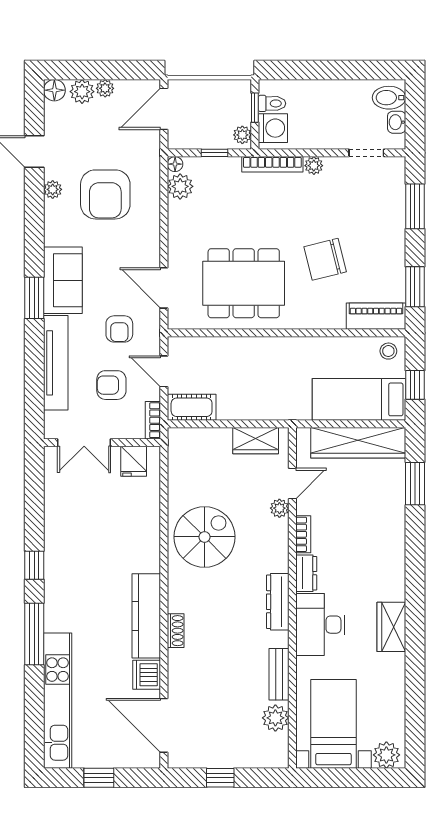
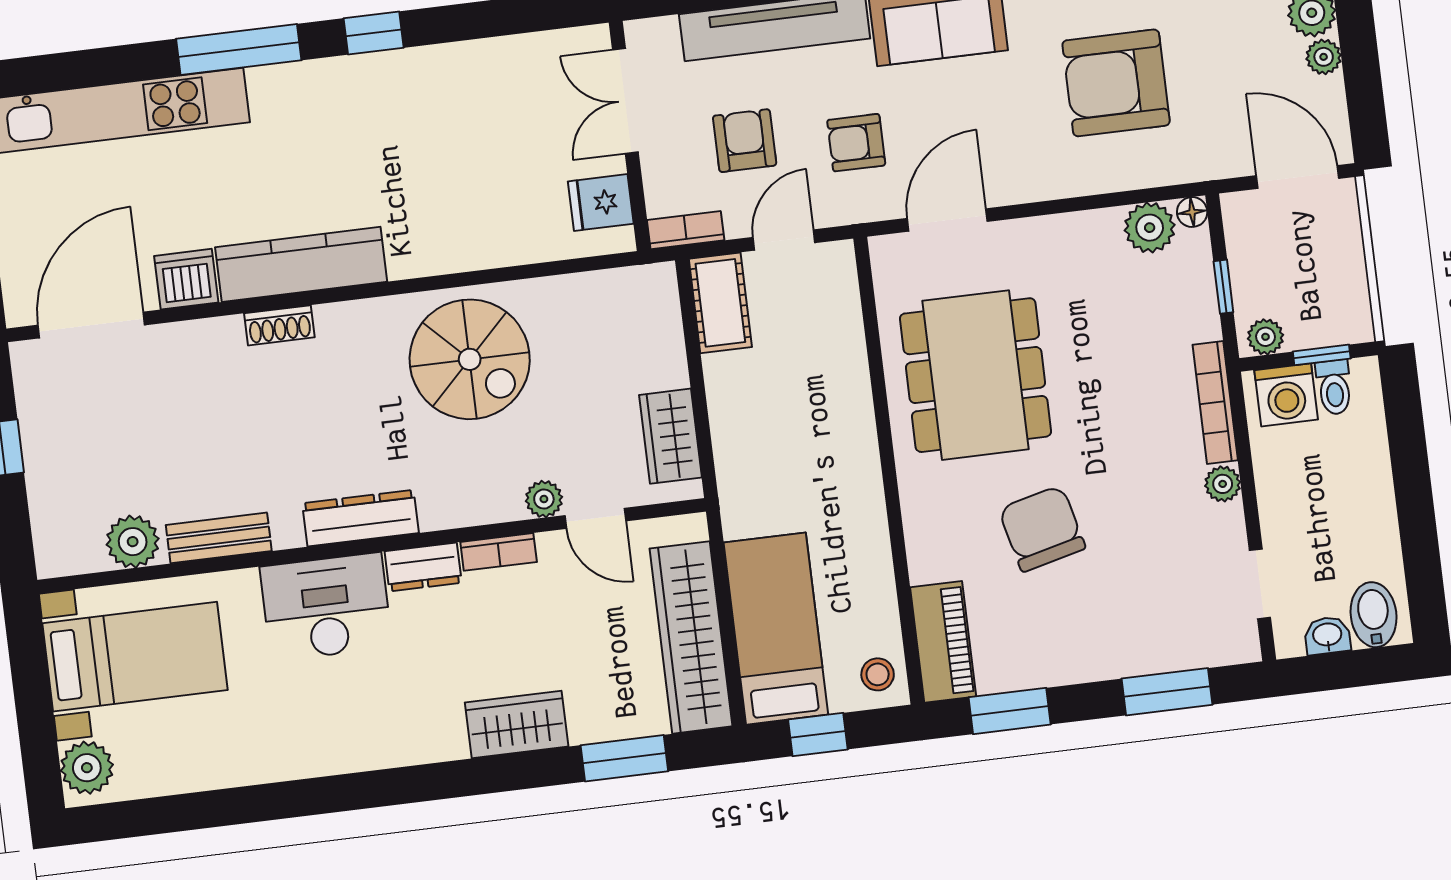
wardrobe: (391, 627) -> (517, 725), moved

